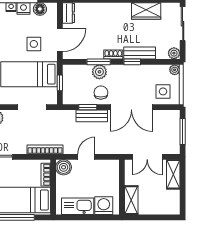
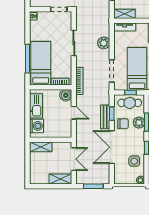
cafe table: (74, 84) -> (130, 103), added
side table: (163, 91) -> (134, 161), moved
double door: (147, 157) -> (74, 159), swing flipped

